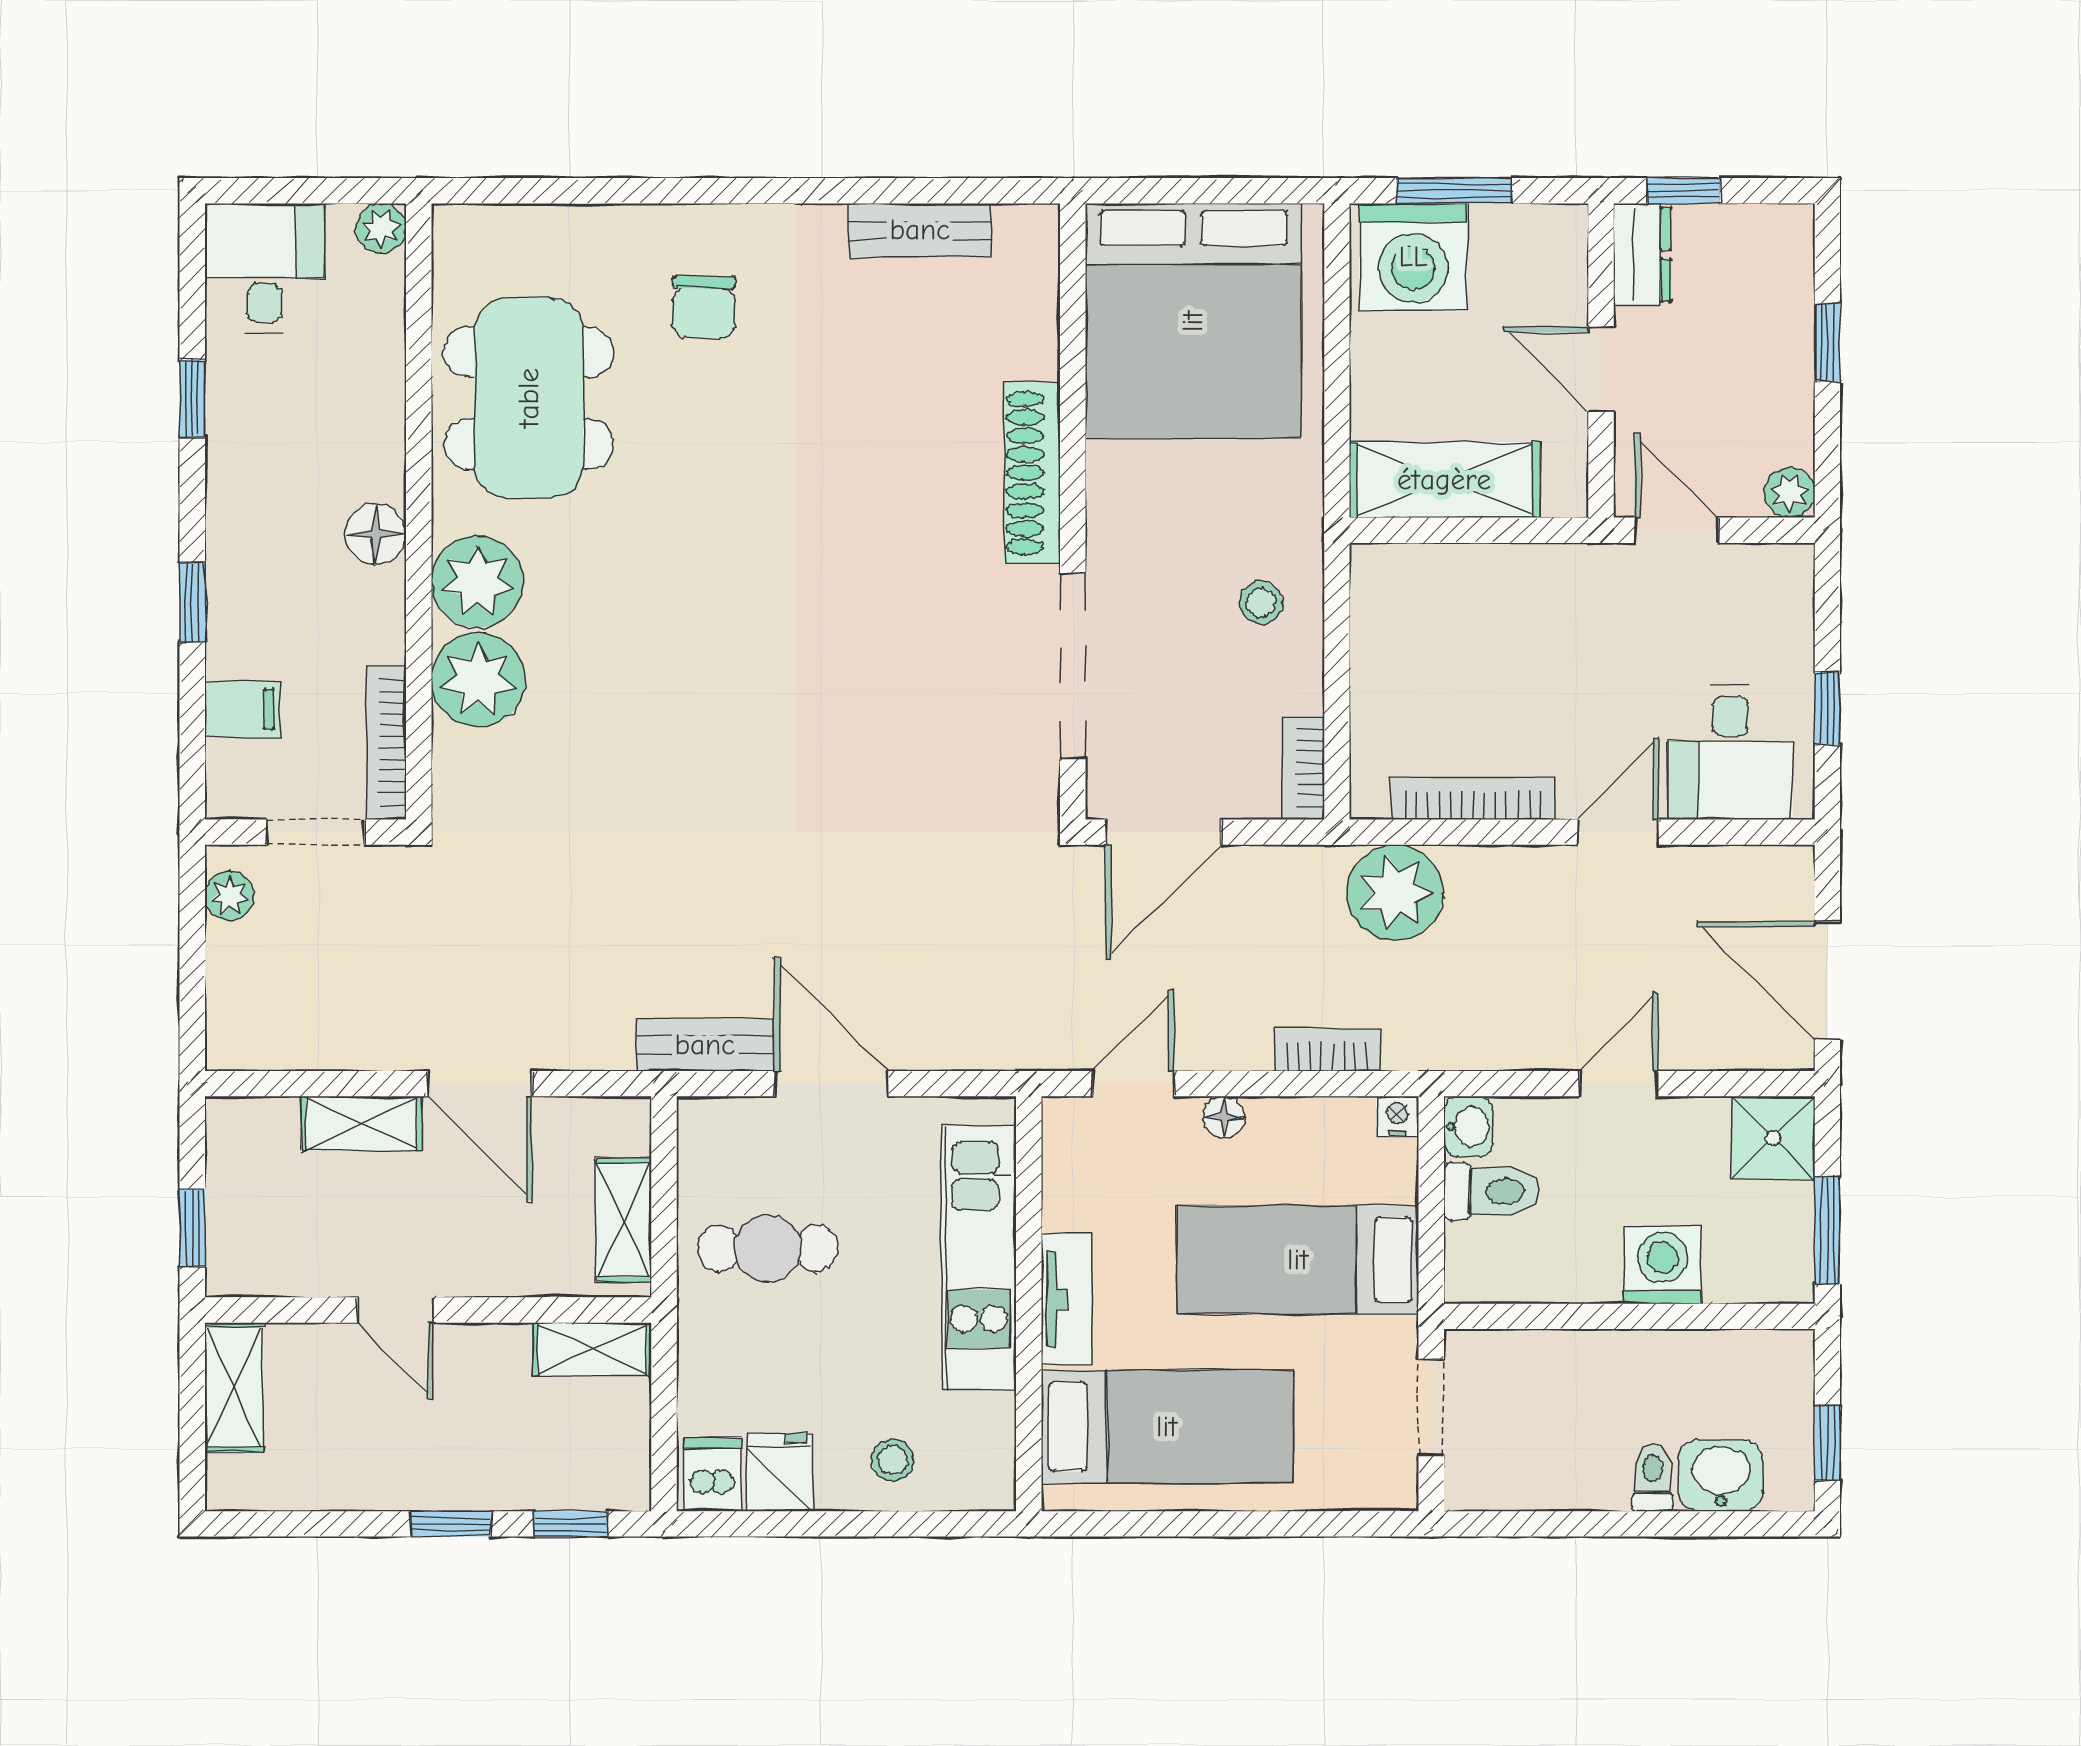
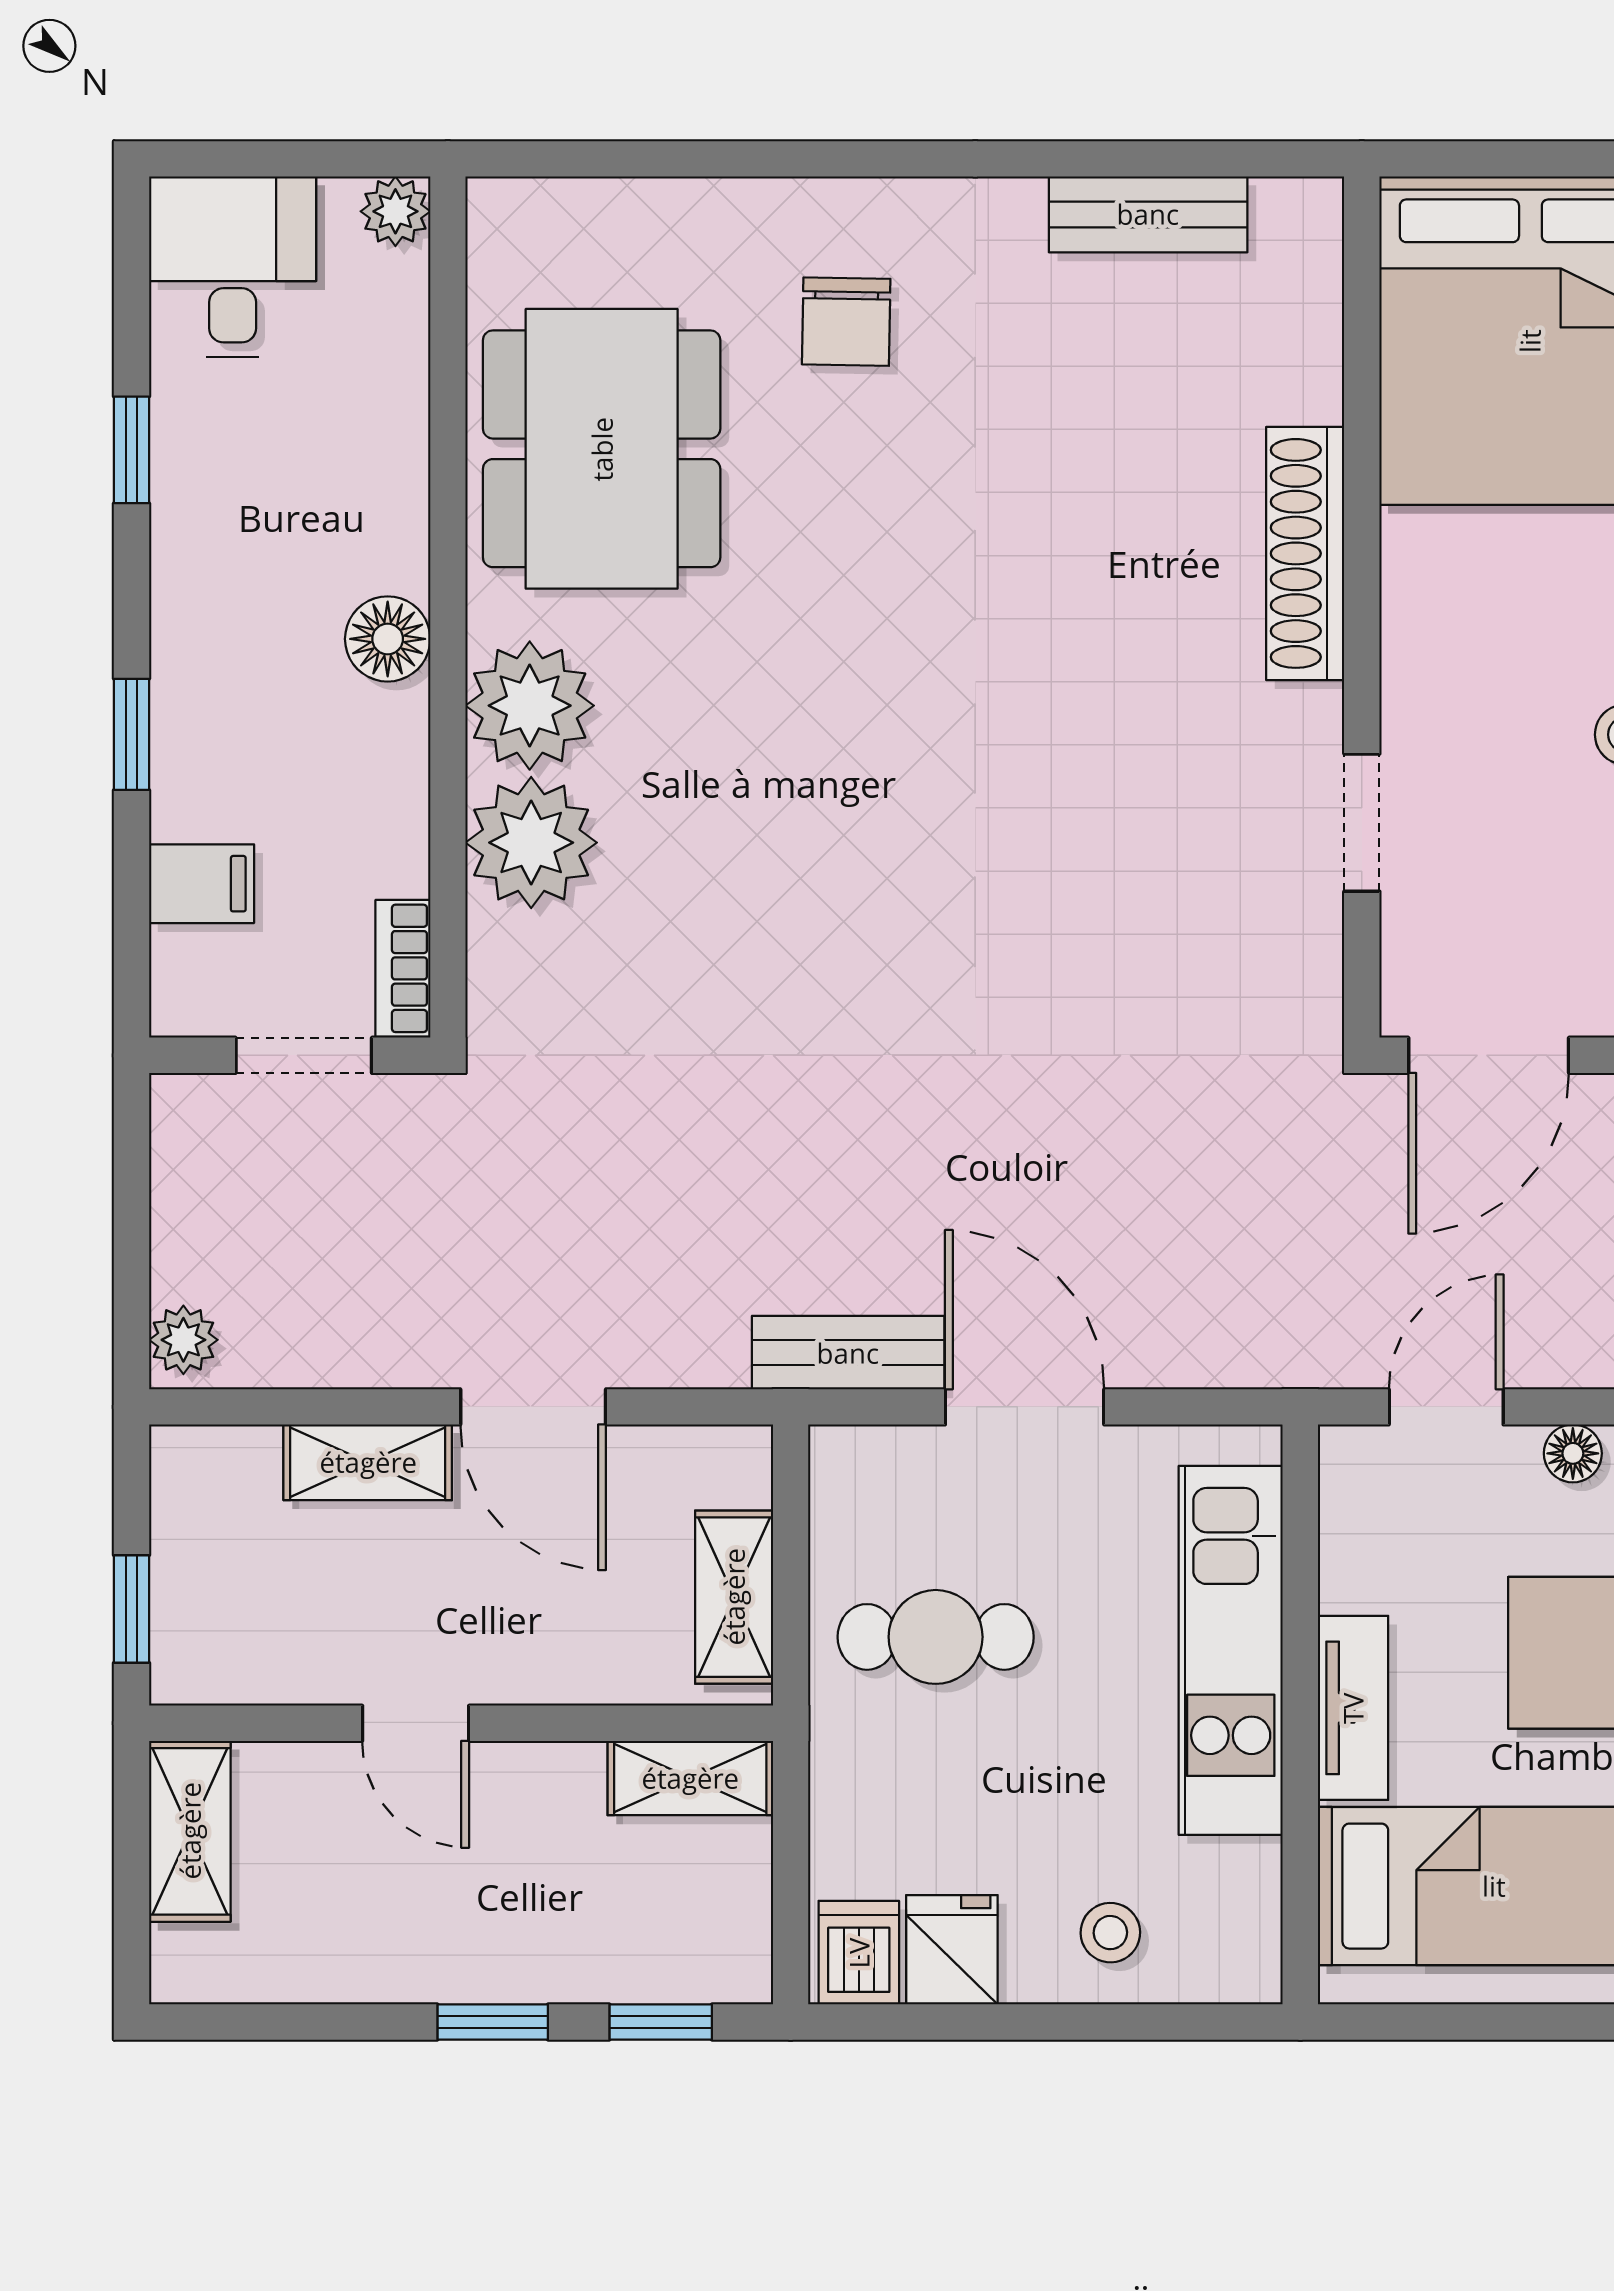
doorway: (1073, 666) -> (1362, 823), width x0.53
bookcase: (387, 742) -> (403, 968), width x0.64
plant: (229, 896) -> (183, 1340), moved

